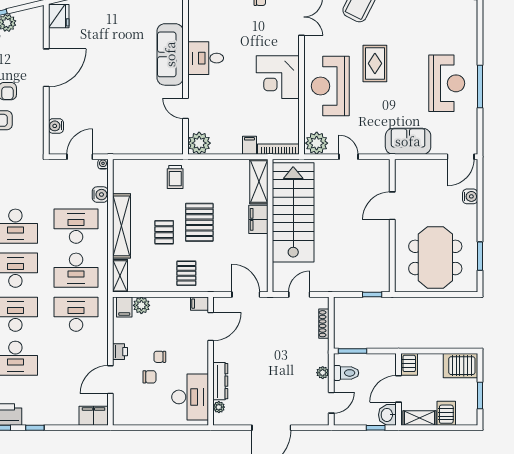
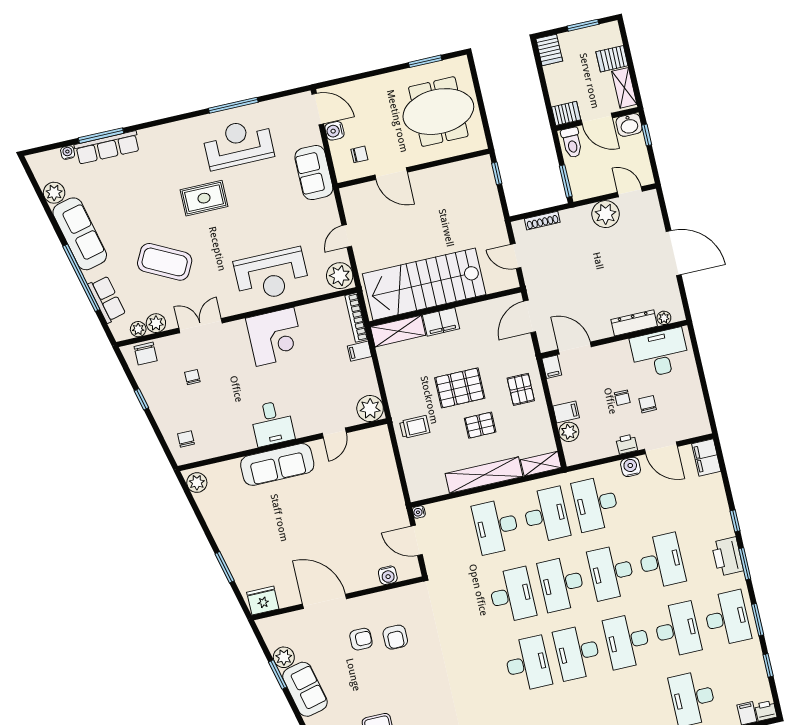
rug: (375, 63) -> (204, 198), moved
chair: (415, 183) -> (359, 154), added
water cooler: (100, 195) -> (631, 467), moved
water cooler: (470, 196) -> (335, 131), moved, turned -90
pallet: (186, 273) -> (521, 389), turned 90
filing cabinet: (124, 307) -> (566, 412), moved
server rack: (460, 366) -> (549, 50), width x0.73, depth x0.70
plant: (323, 373) -> (606, 214), width x1.88, depth x1.88
toilet: (346, 373) -> (572, 143), moved, turned 180

